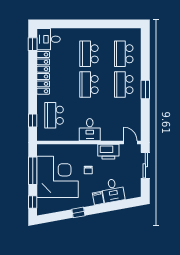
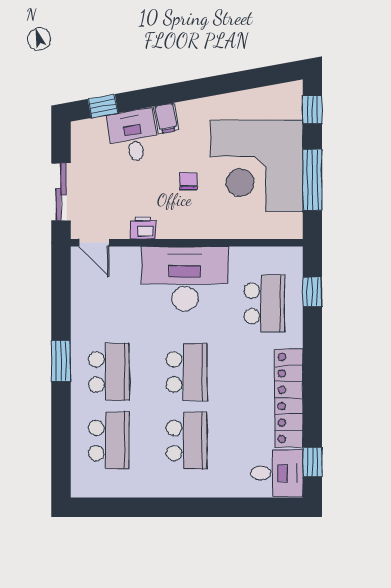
desk: (90, 130) -> (185, 279), width x1.87, depth x1.30
printer: (108, 152) -> (143, 228), width x0.53, depth x0.68
window: (78, 212) -> (103, 106), moved

